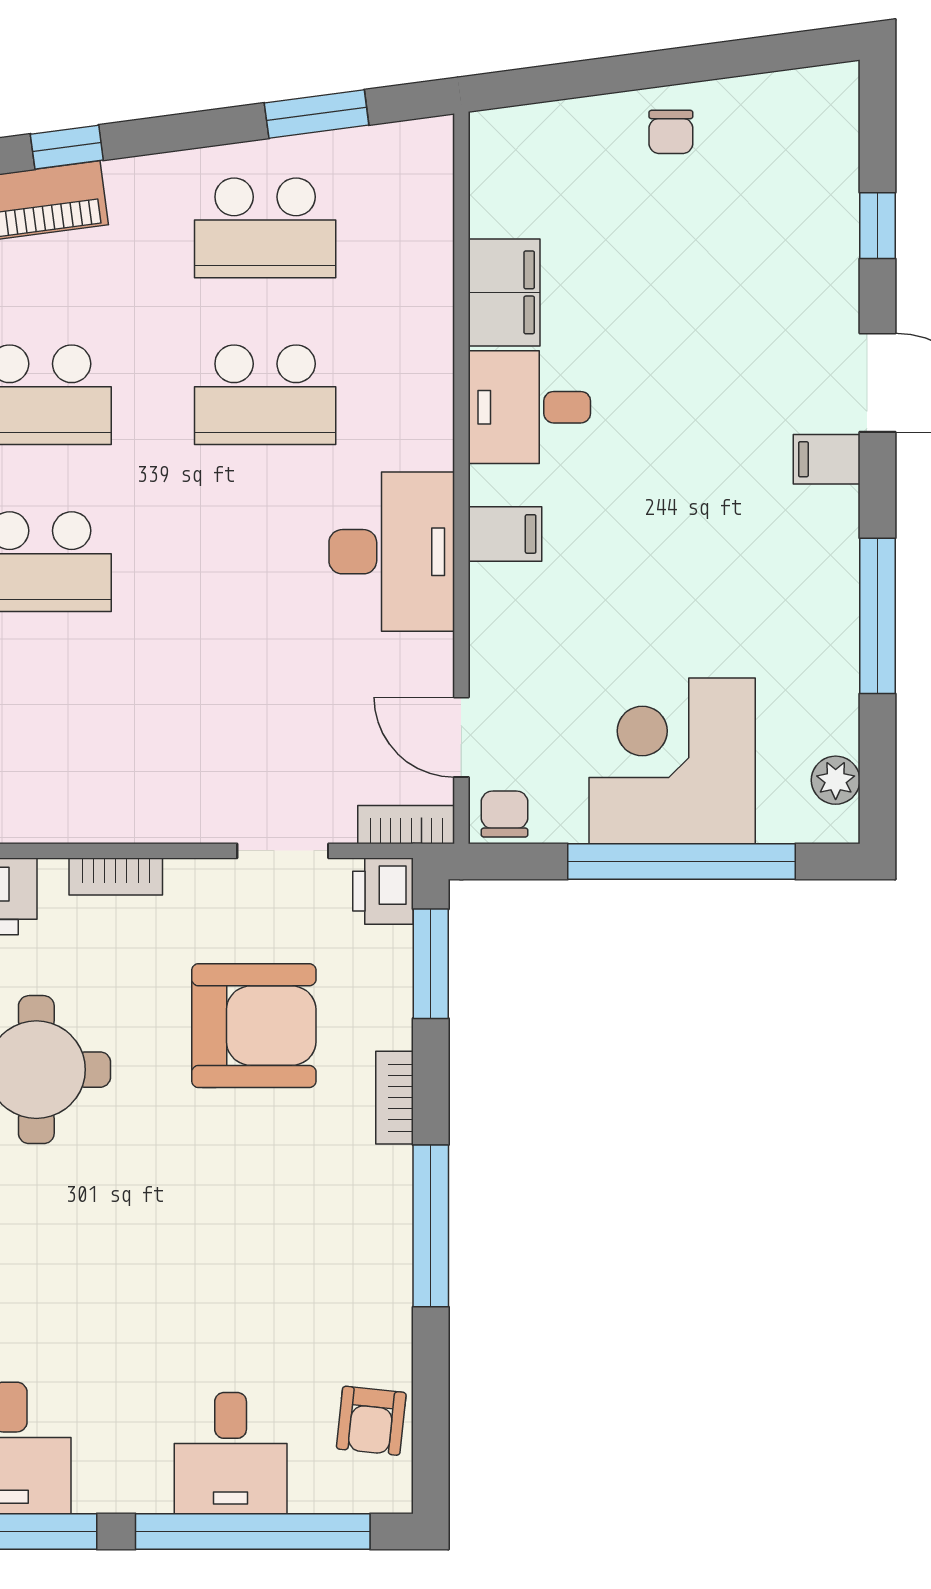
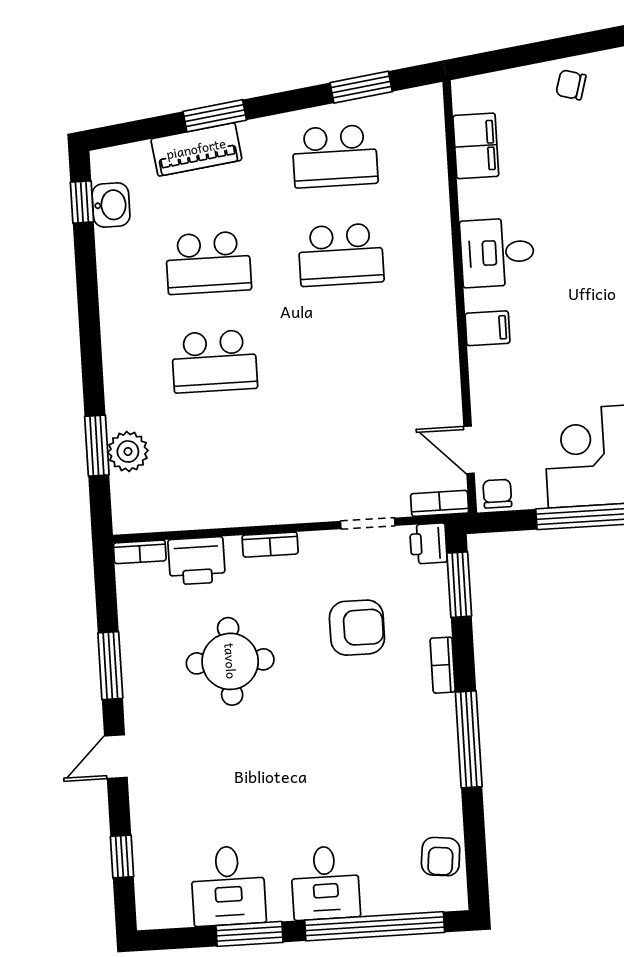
chair: (671, 132) -> (571, 85), turned 106
window: (67, 147) -> (215, 116), width x1.50
filing cabinet: (504, 292) -> (476, 146), moved
desk: (392, 552) -> (421, 343), removed
armchair: (254, 1026) -> (357, 628), width x0.73, depth x0.73
desk: (231, 1453) -> (325, 883), moved

